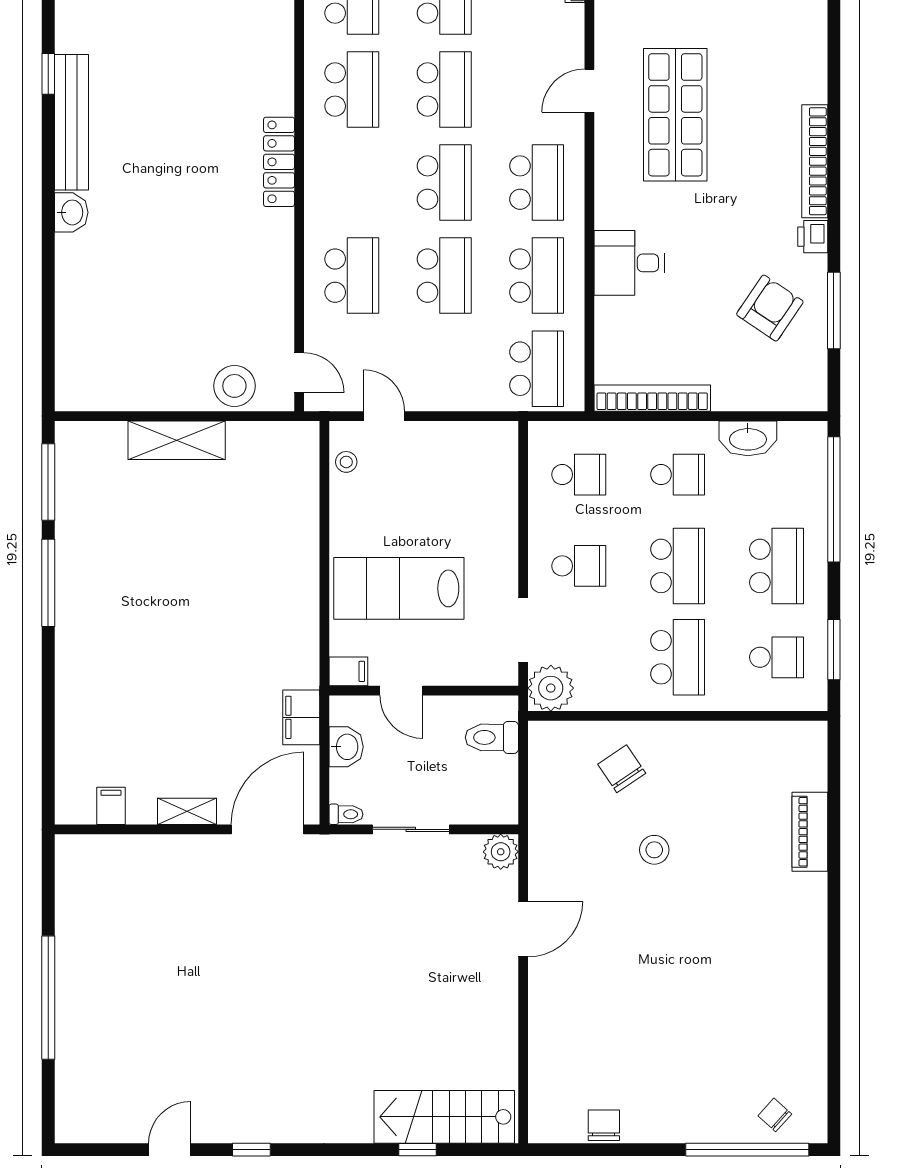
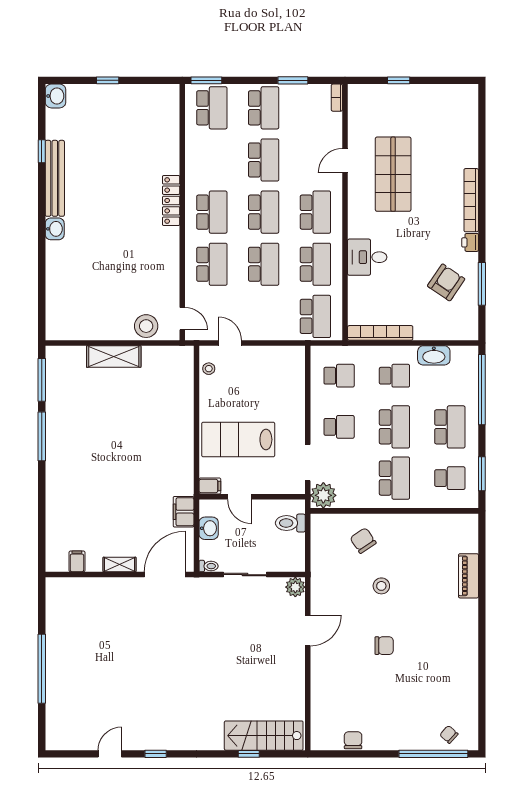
school desk: (352, 89) -> (212, 212), moved
chair: (659, 956) -> (384, 646), added

